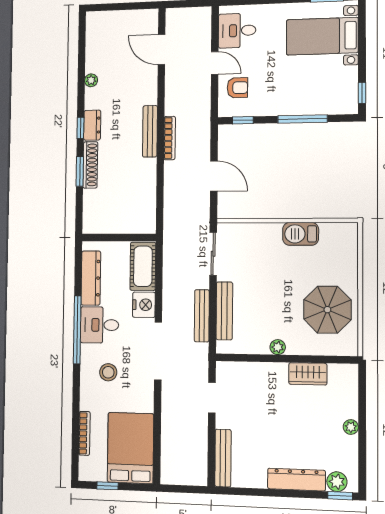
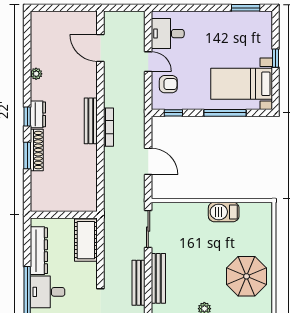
bed with nightstands: (322, 36) -> (242, 84), moved
window: (362, 93) -> (275, 58), moved
nightstand: (144, 305) -> (87, 274), removed

